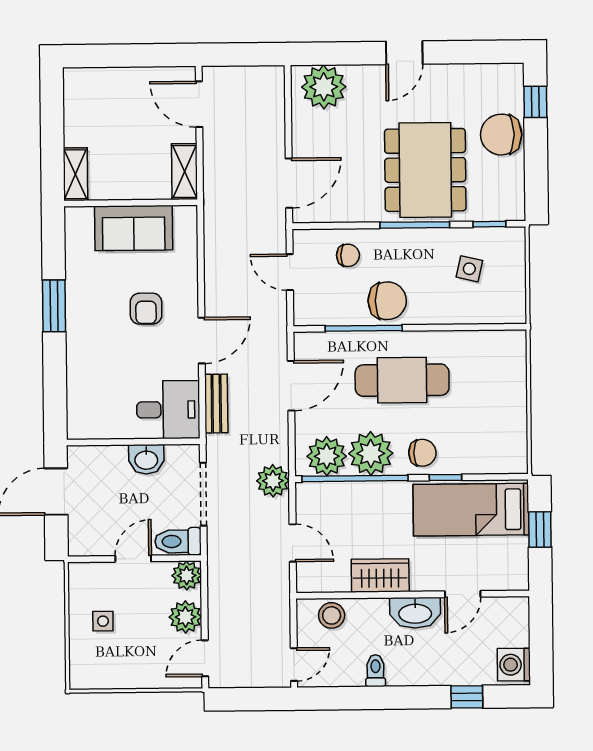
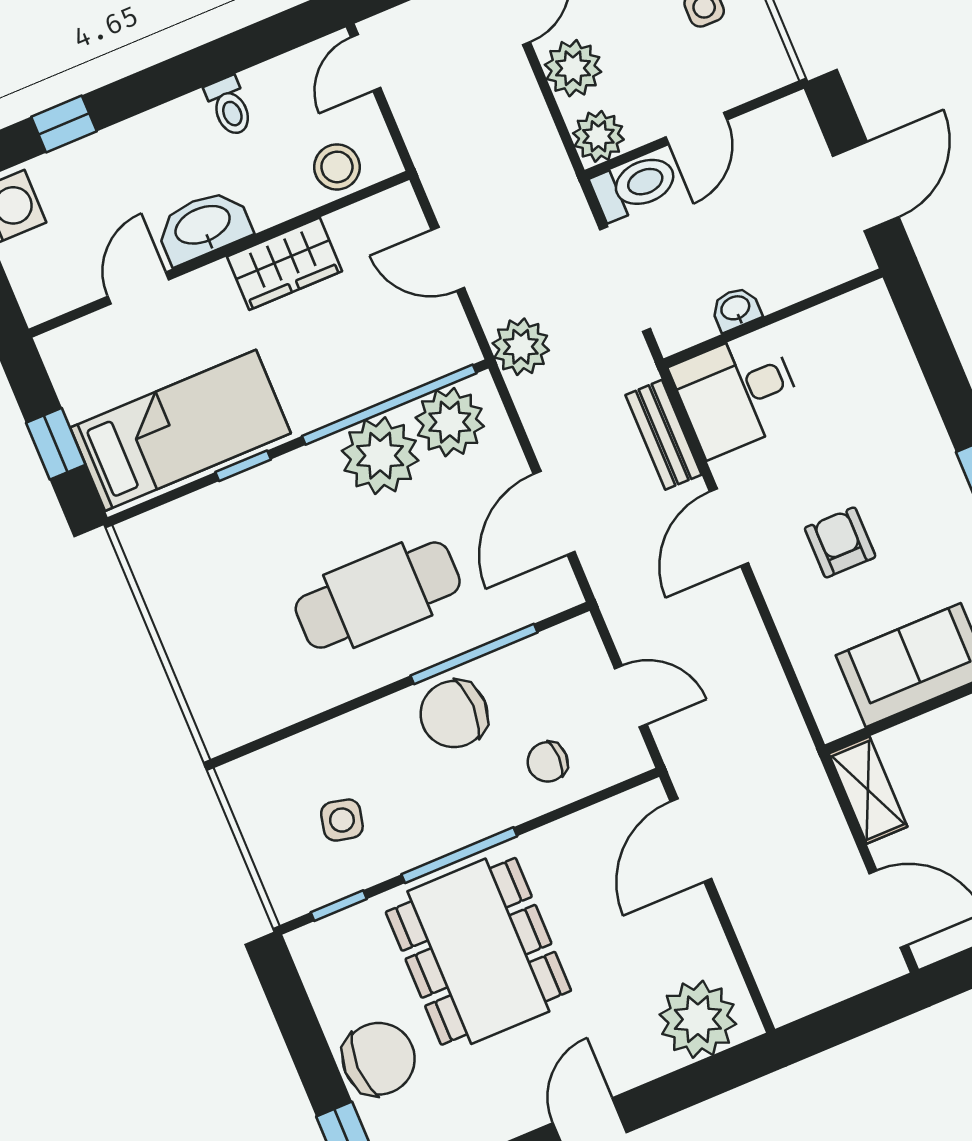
chair: (422, 453) -> (297, 491), removed
washbasin: (146, 459) -> (736, 309), width x0.72, depth x0.69

